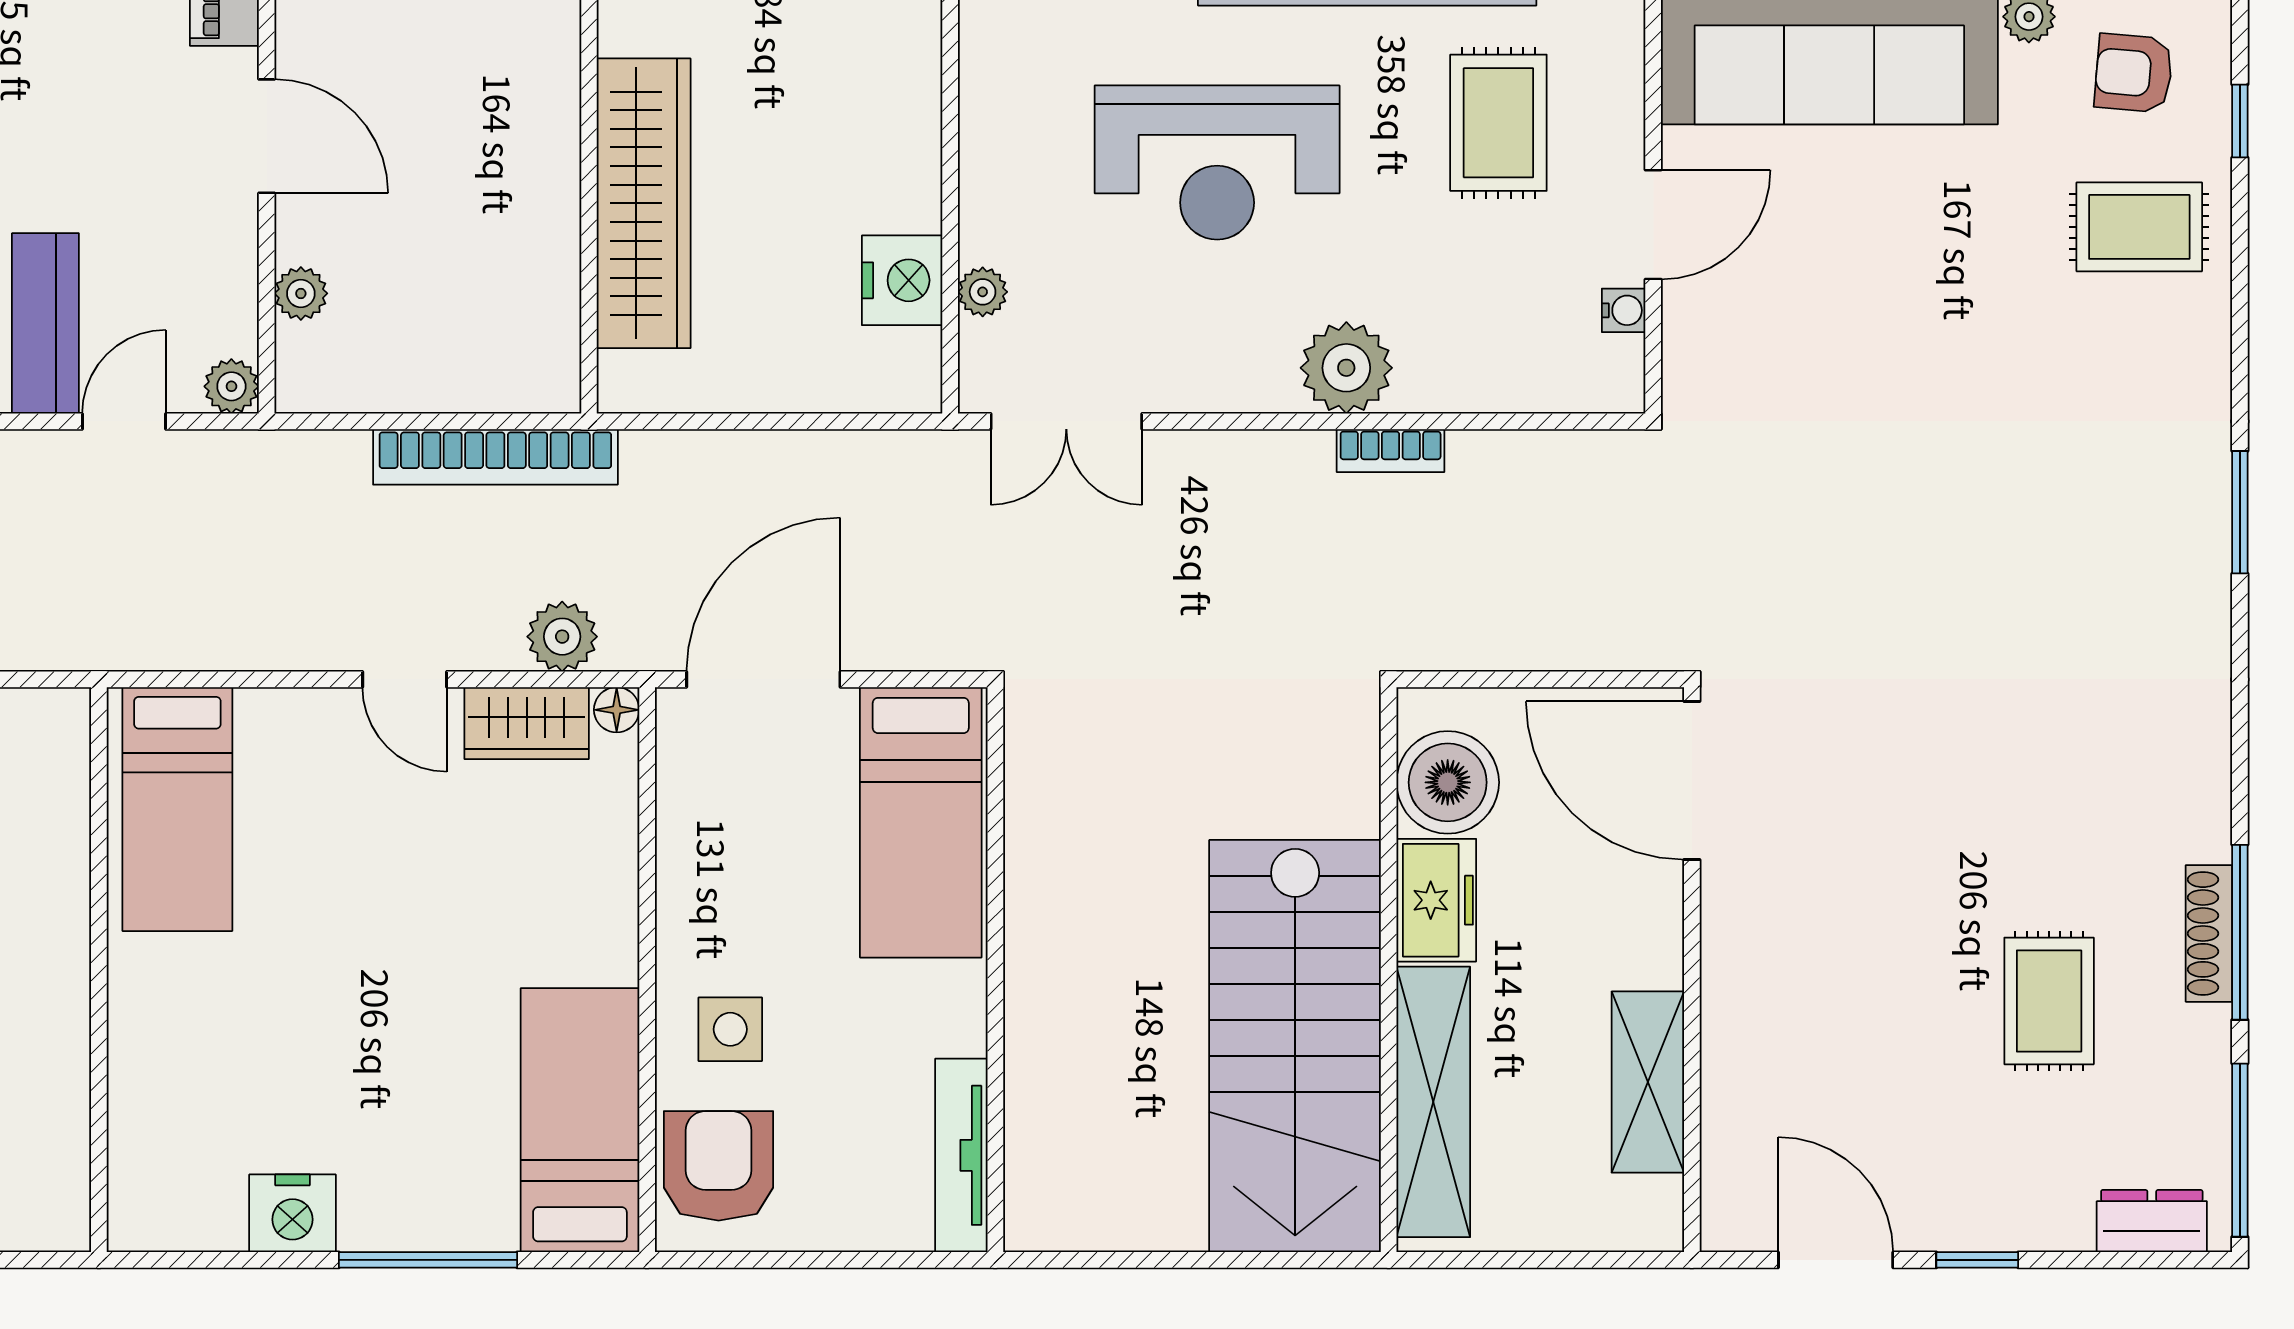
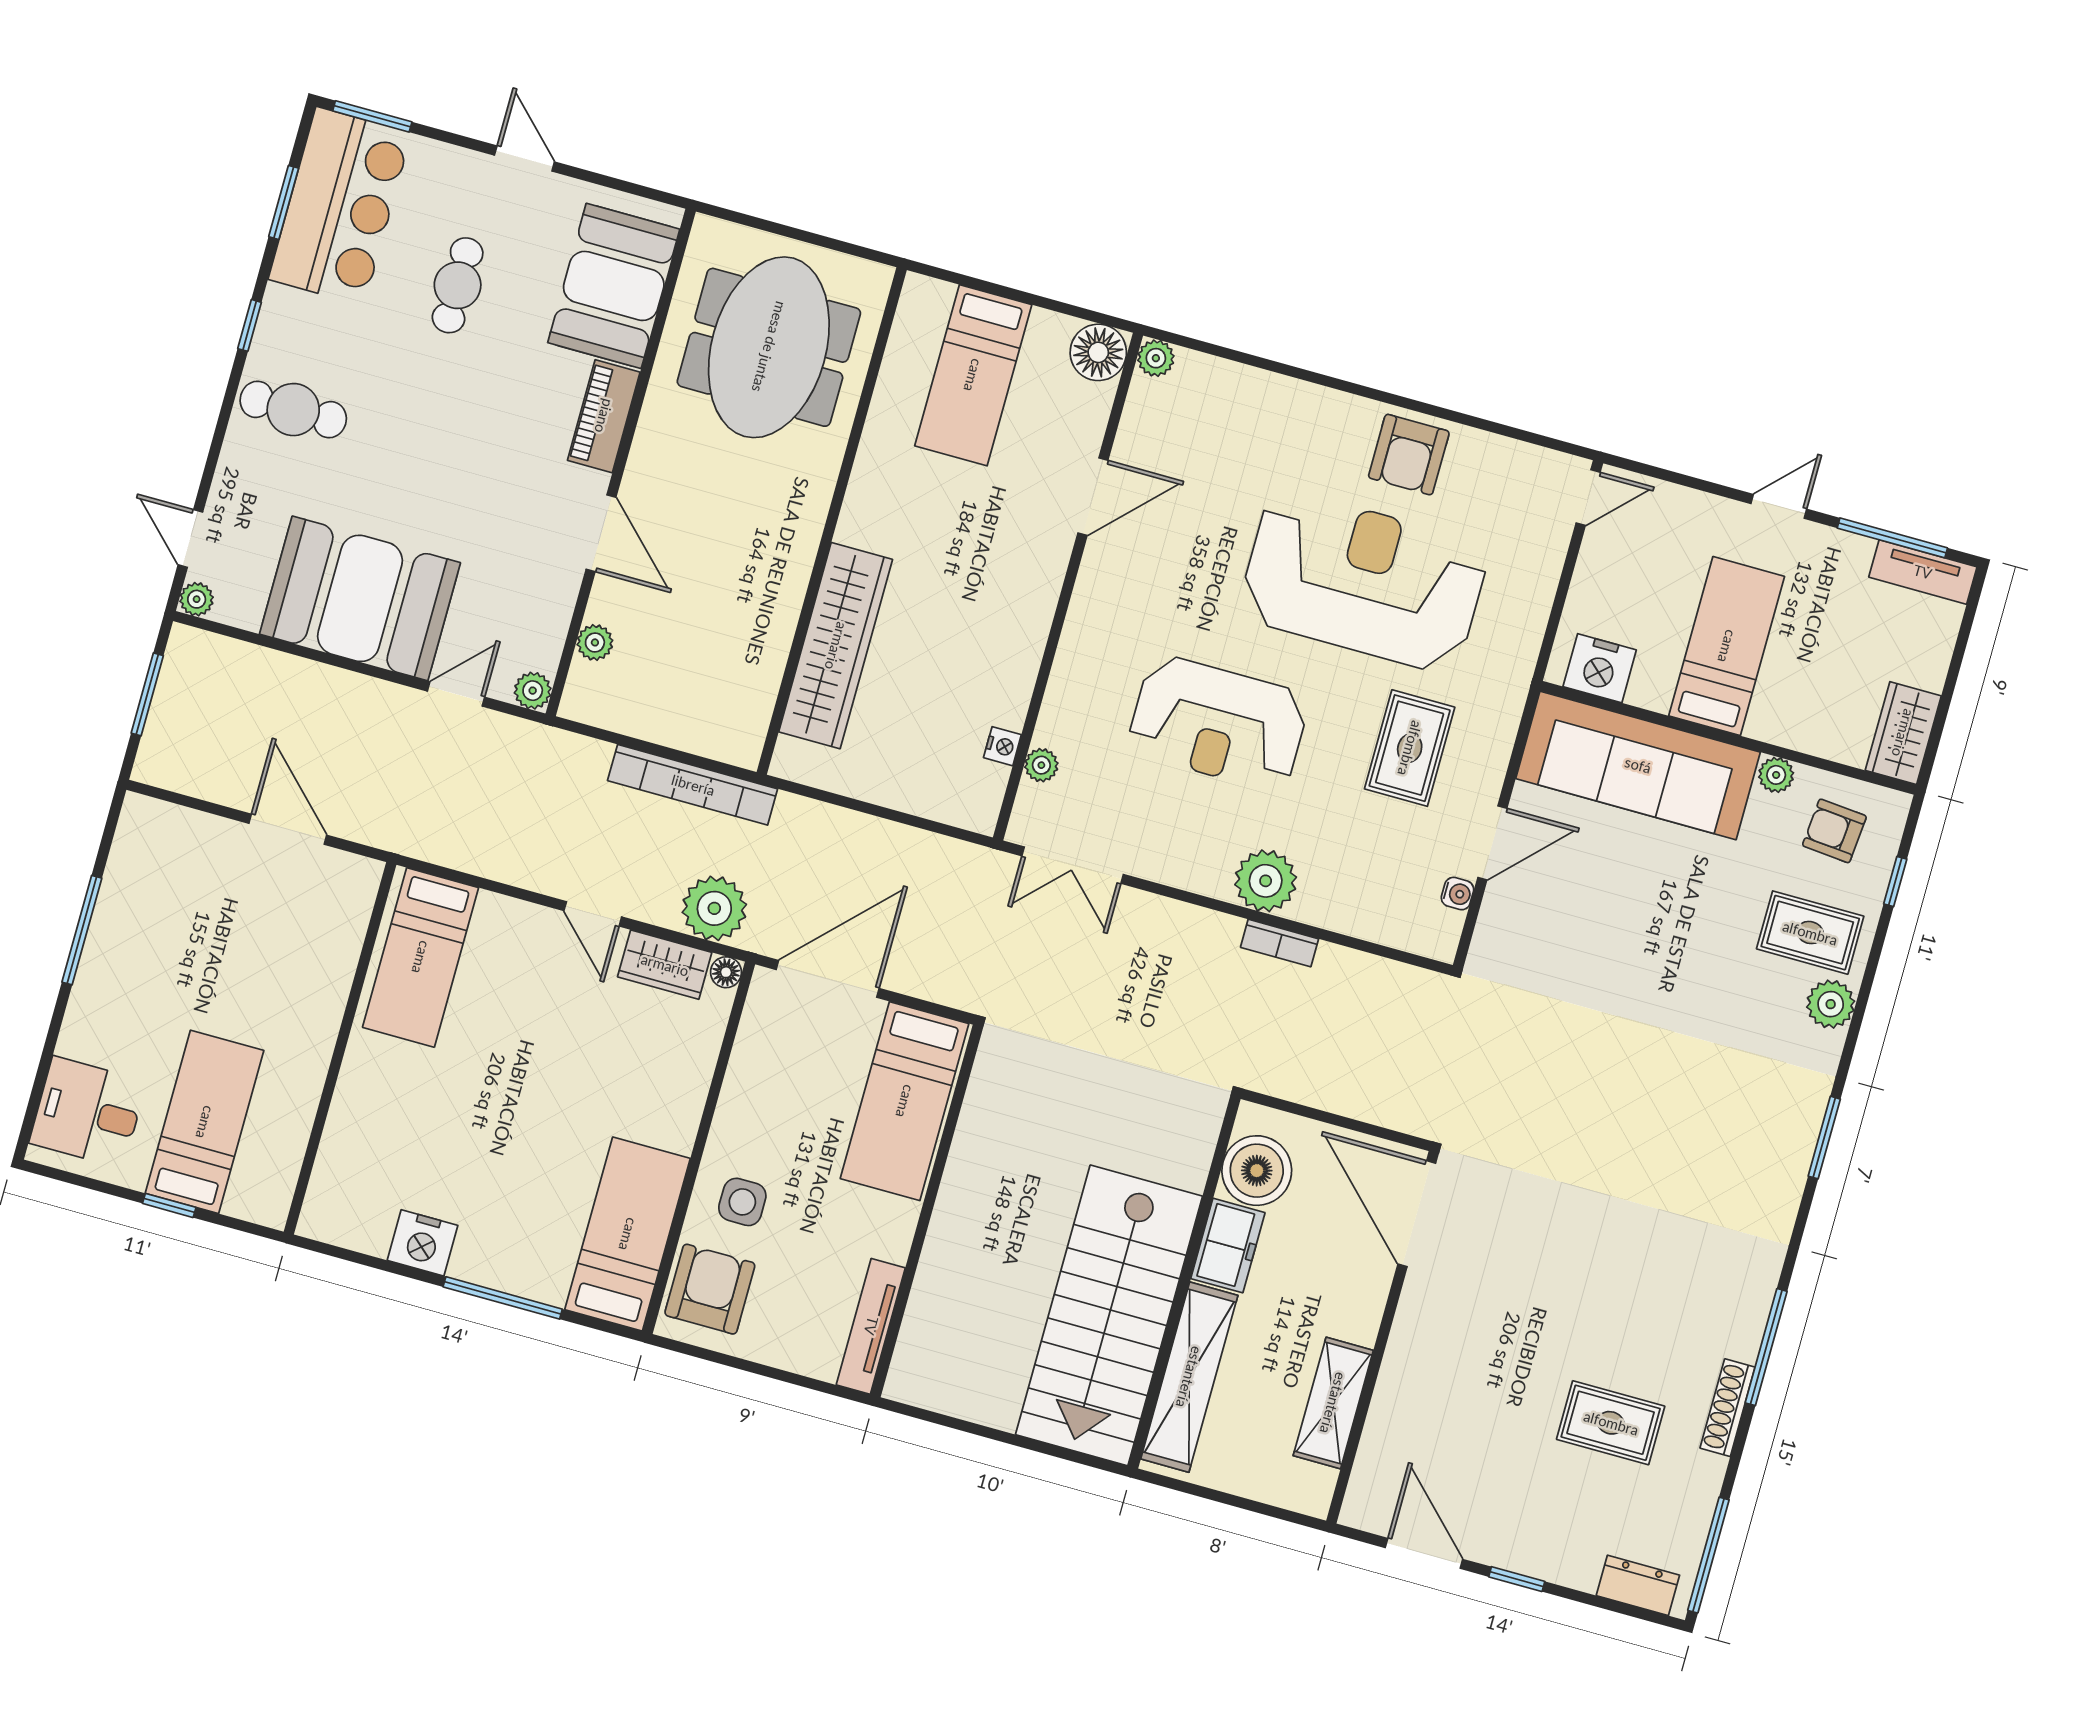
nightstand: (902, 280) -> (1002, 746), width x0.53, depth x0.56
plant: (2197, 320) -> (1831, 1004), added
plant: (562, 637) -> (714, 908), width x1.36, depth x1.36
window: (2240, 932) -> (1766, 1347), moved
rug: (2049, 1001) -> (1611, 1423), turned 90

